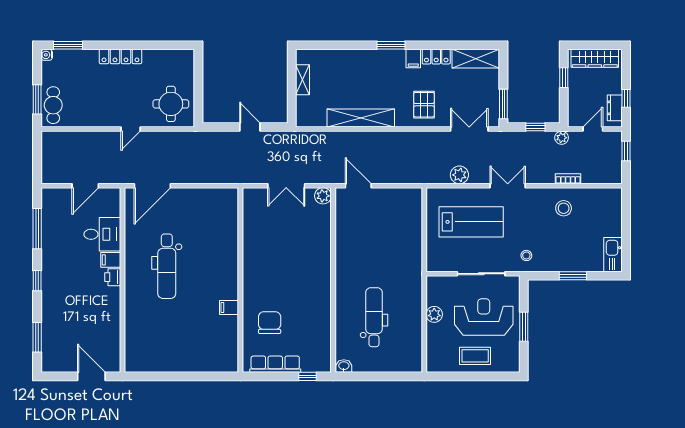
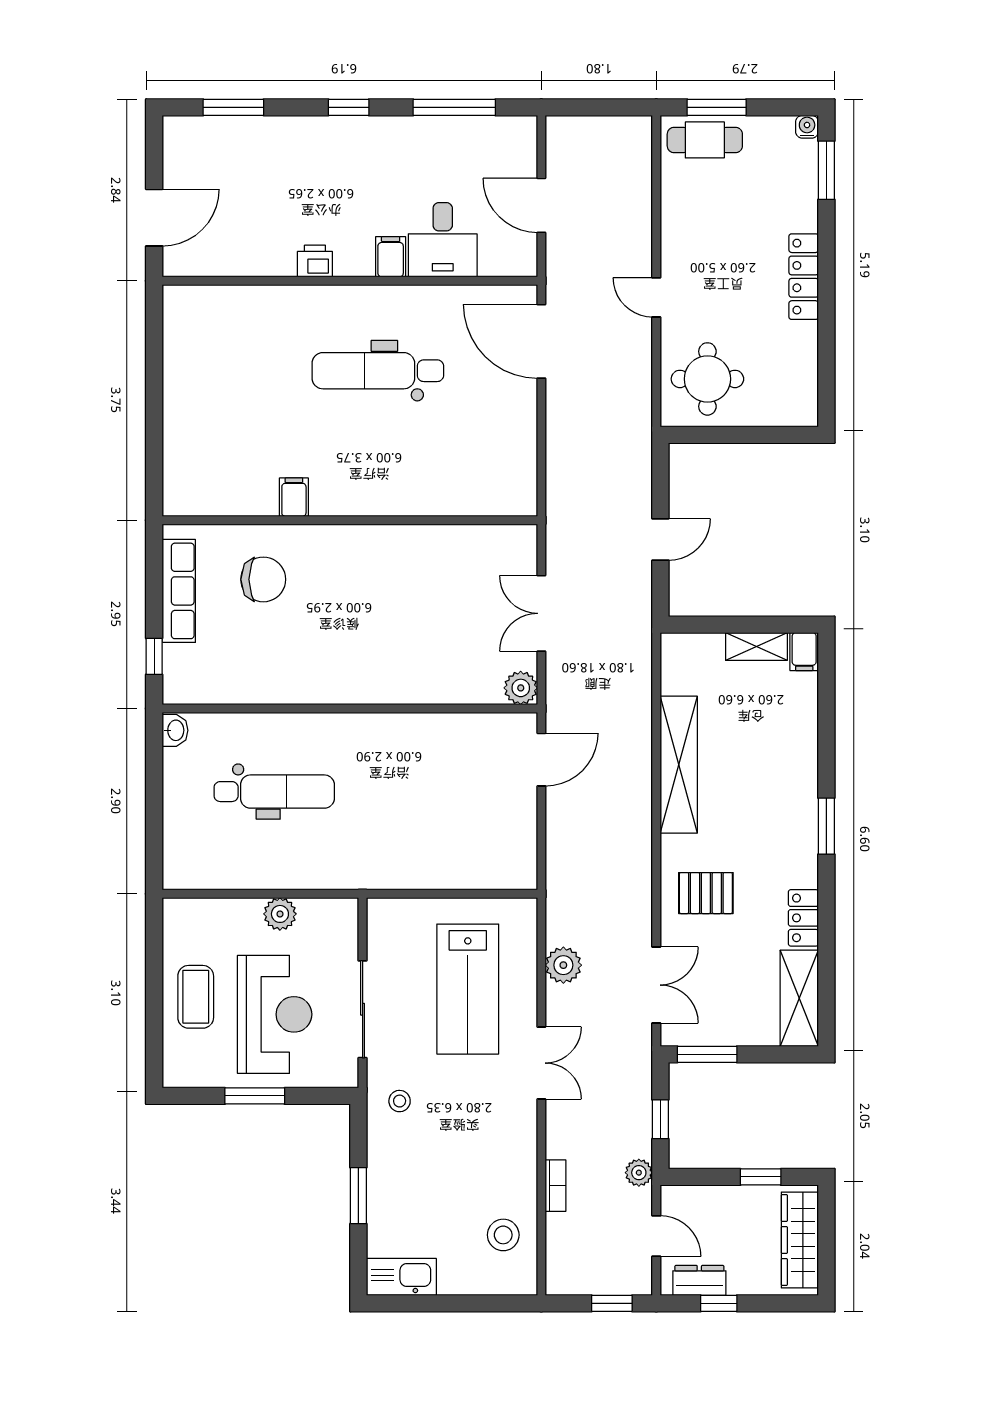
filing cabinet: (413, 59) -> (804, 652), moved, turned -90
stool: (564, 208) -> (503, 1235), moved
printer: (113, 277) -> (315, 261), moved

